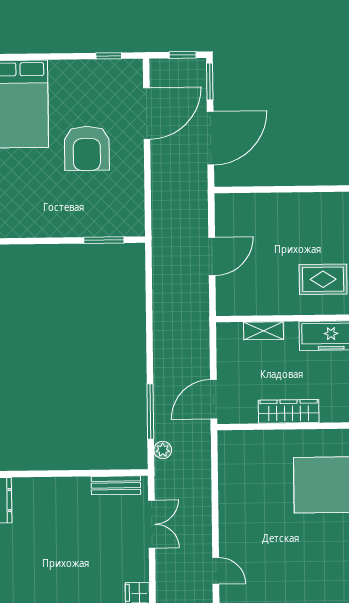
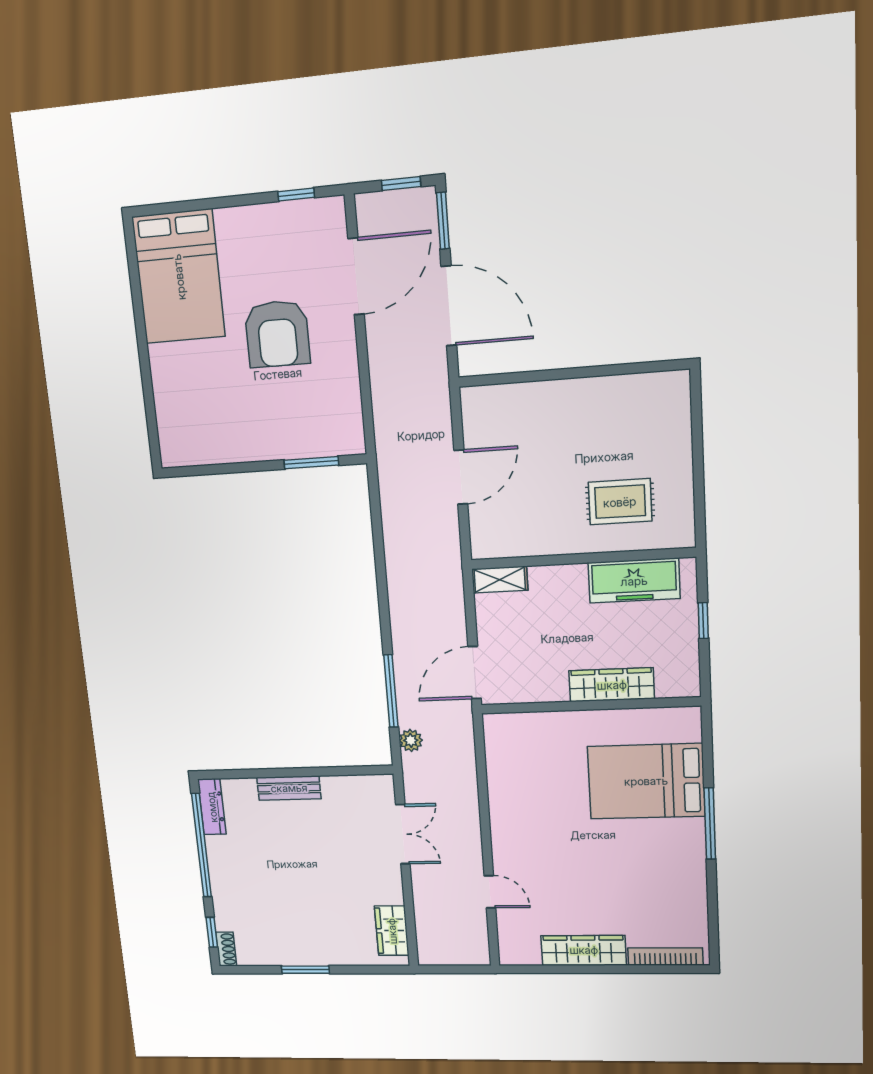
door: (210, 138) -> (449, 306), hinge flipped
shelving: (264, 331) -> (500, 580), moved
wardrobe: (289, 411) -> (612, 685), moved
bench: (116, 485) -> (289, 788), moved

